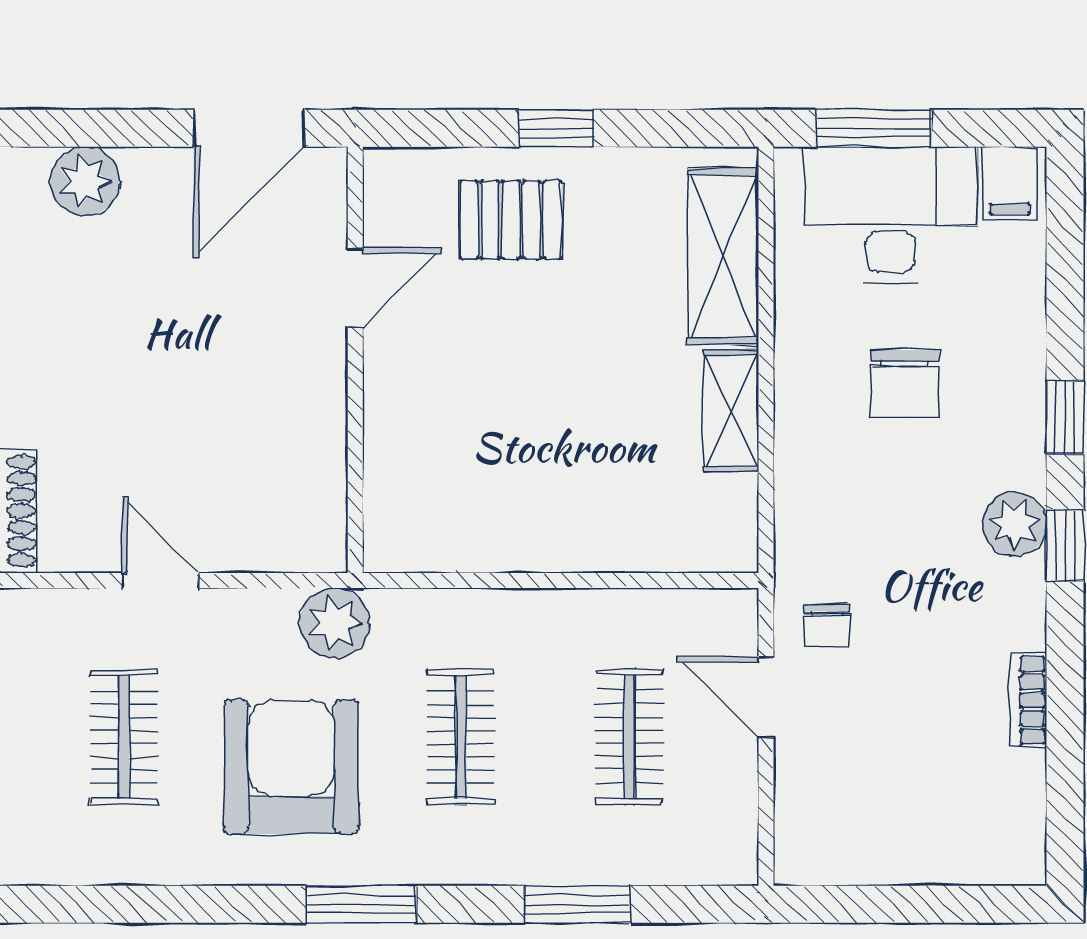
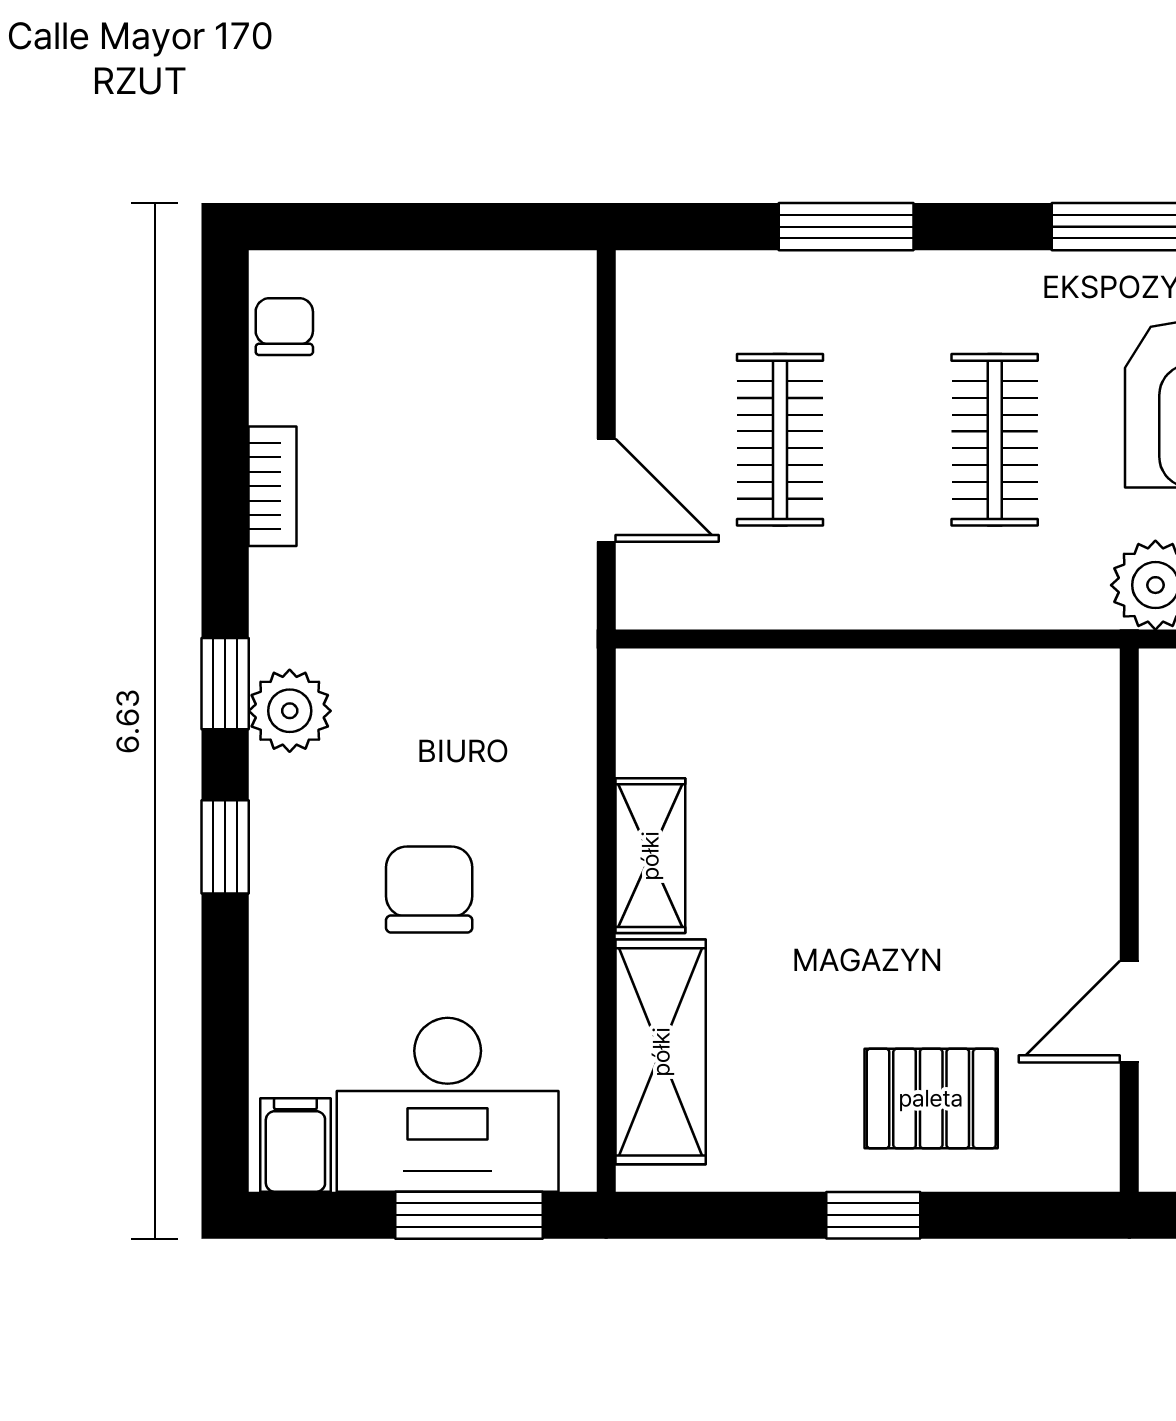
chair: (827, 626) -> (284, 327), moved

